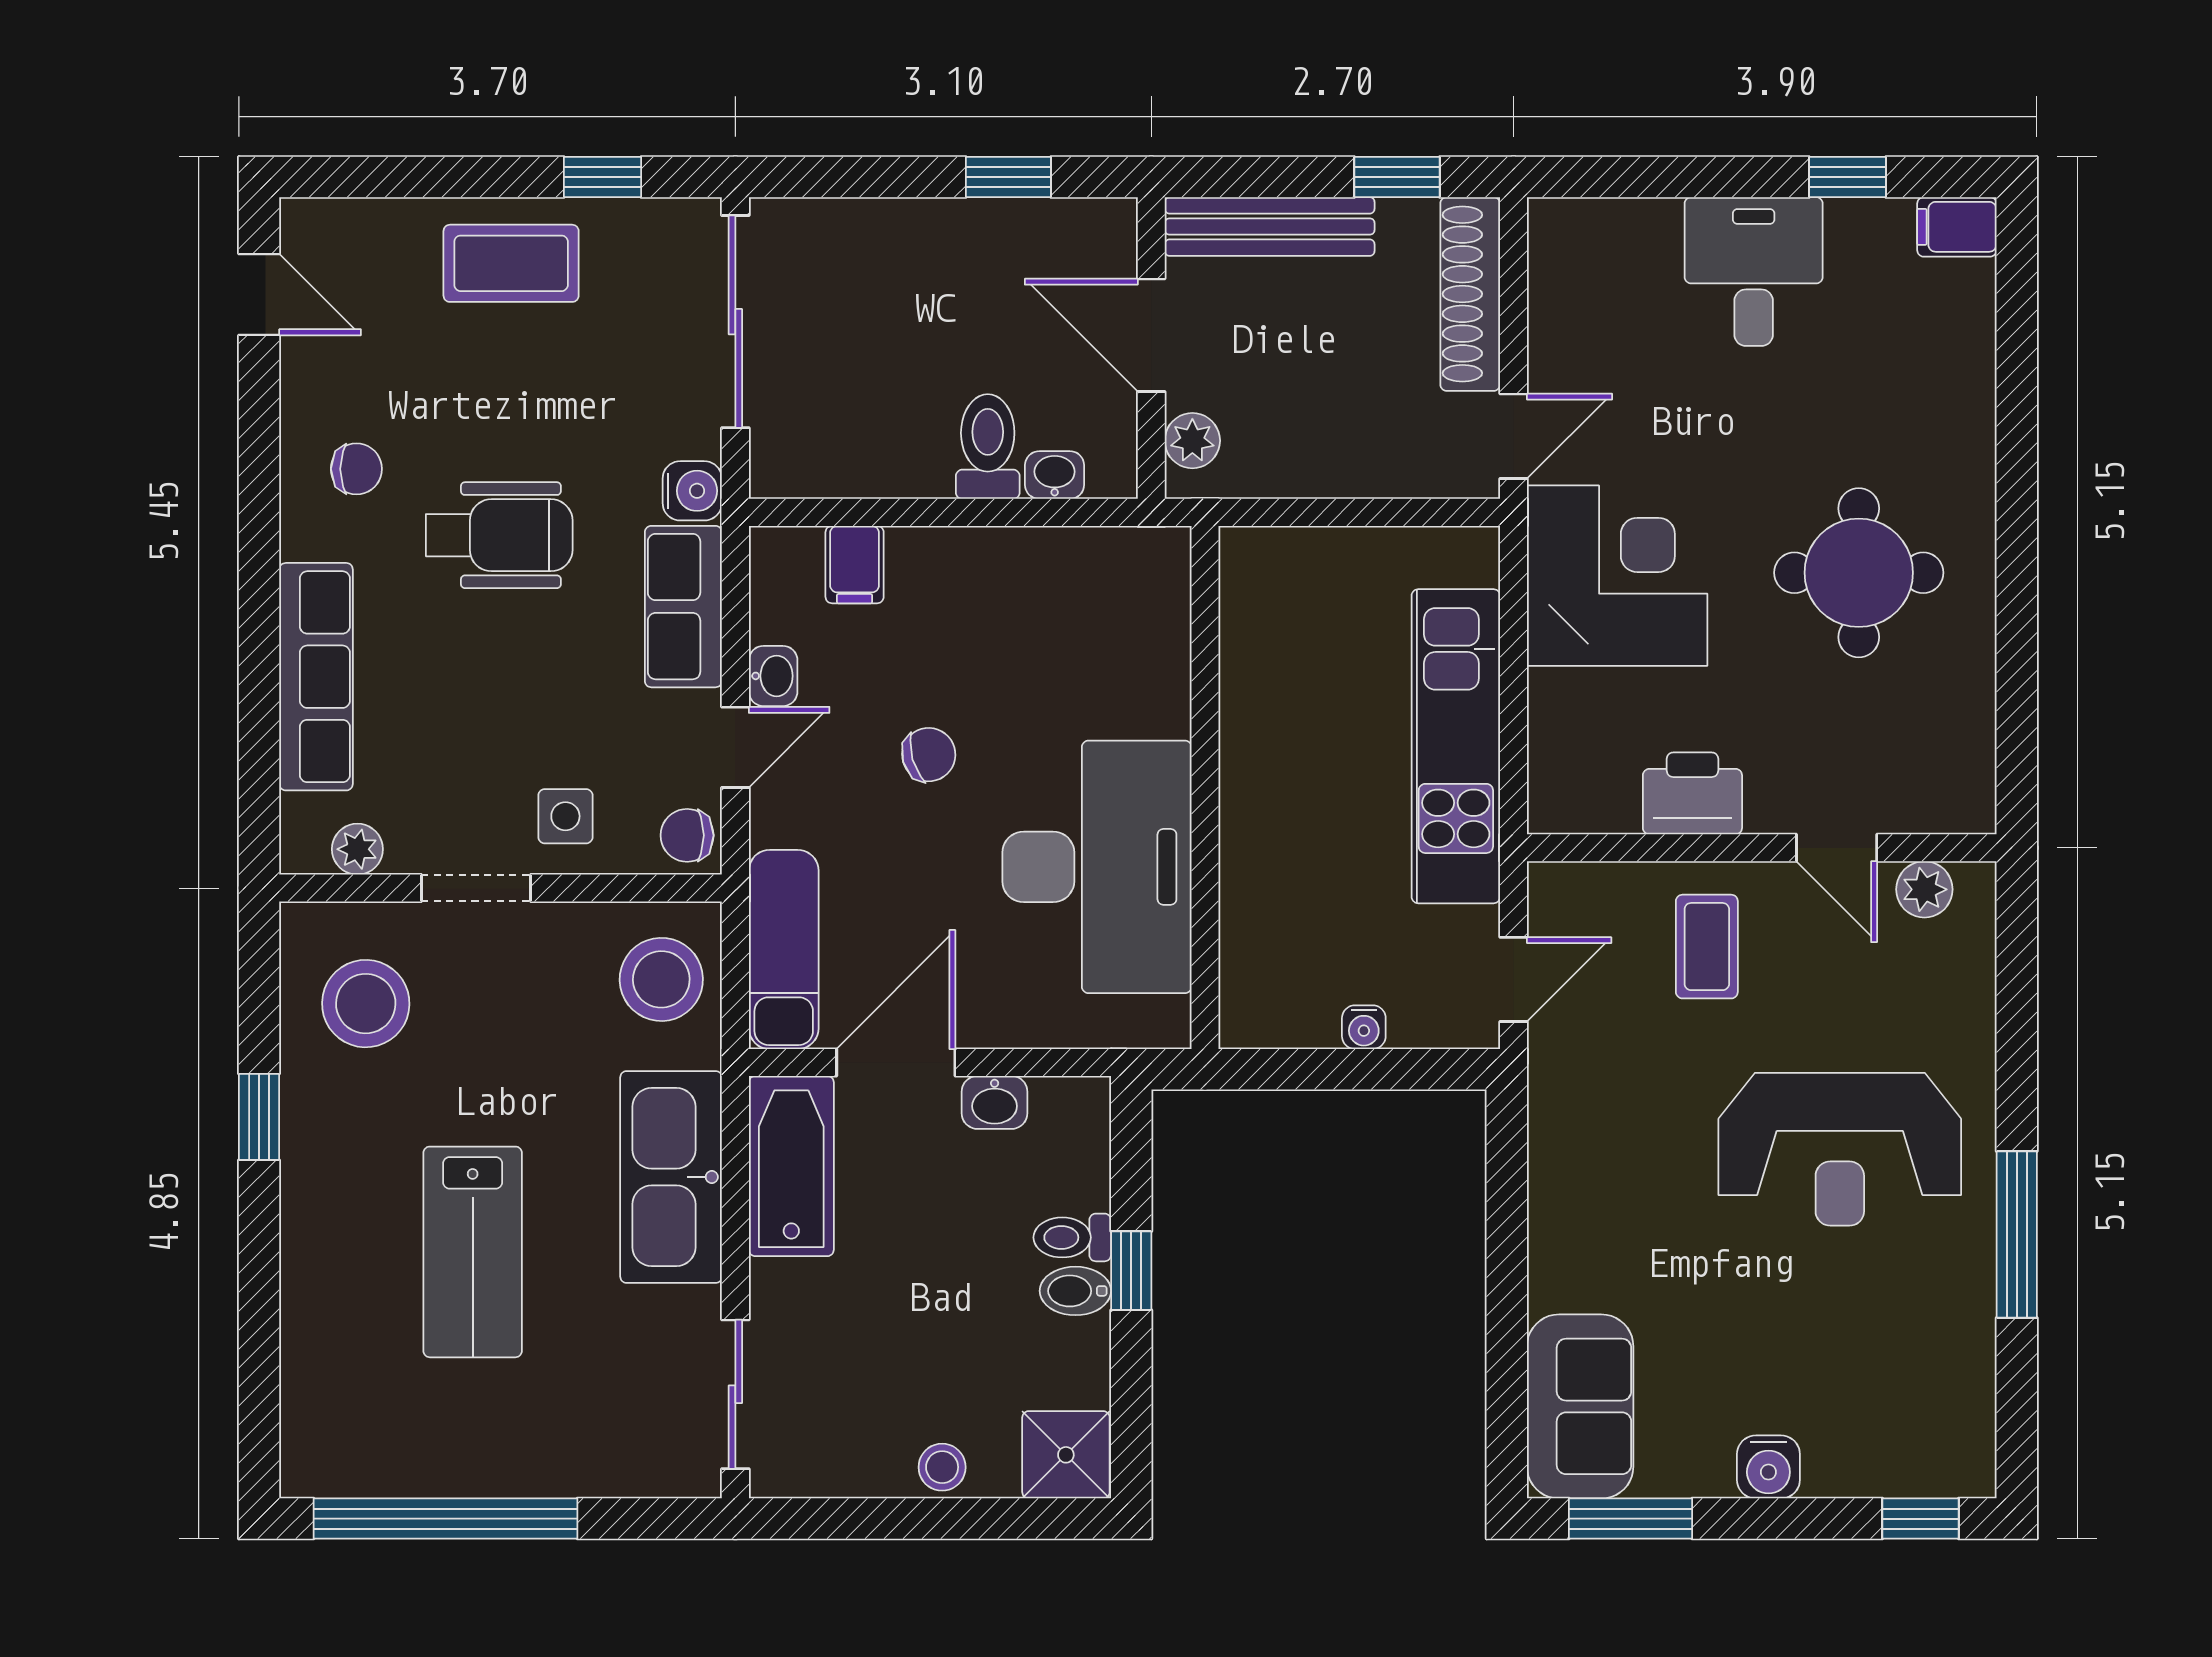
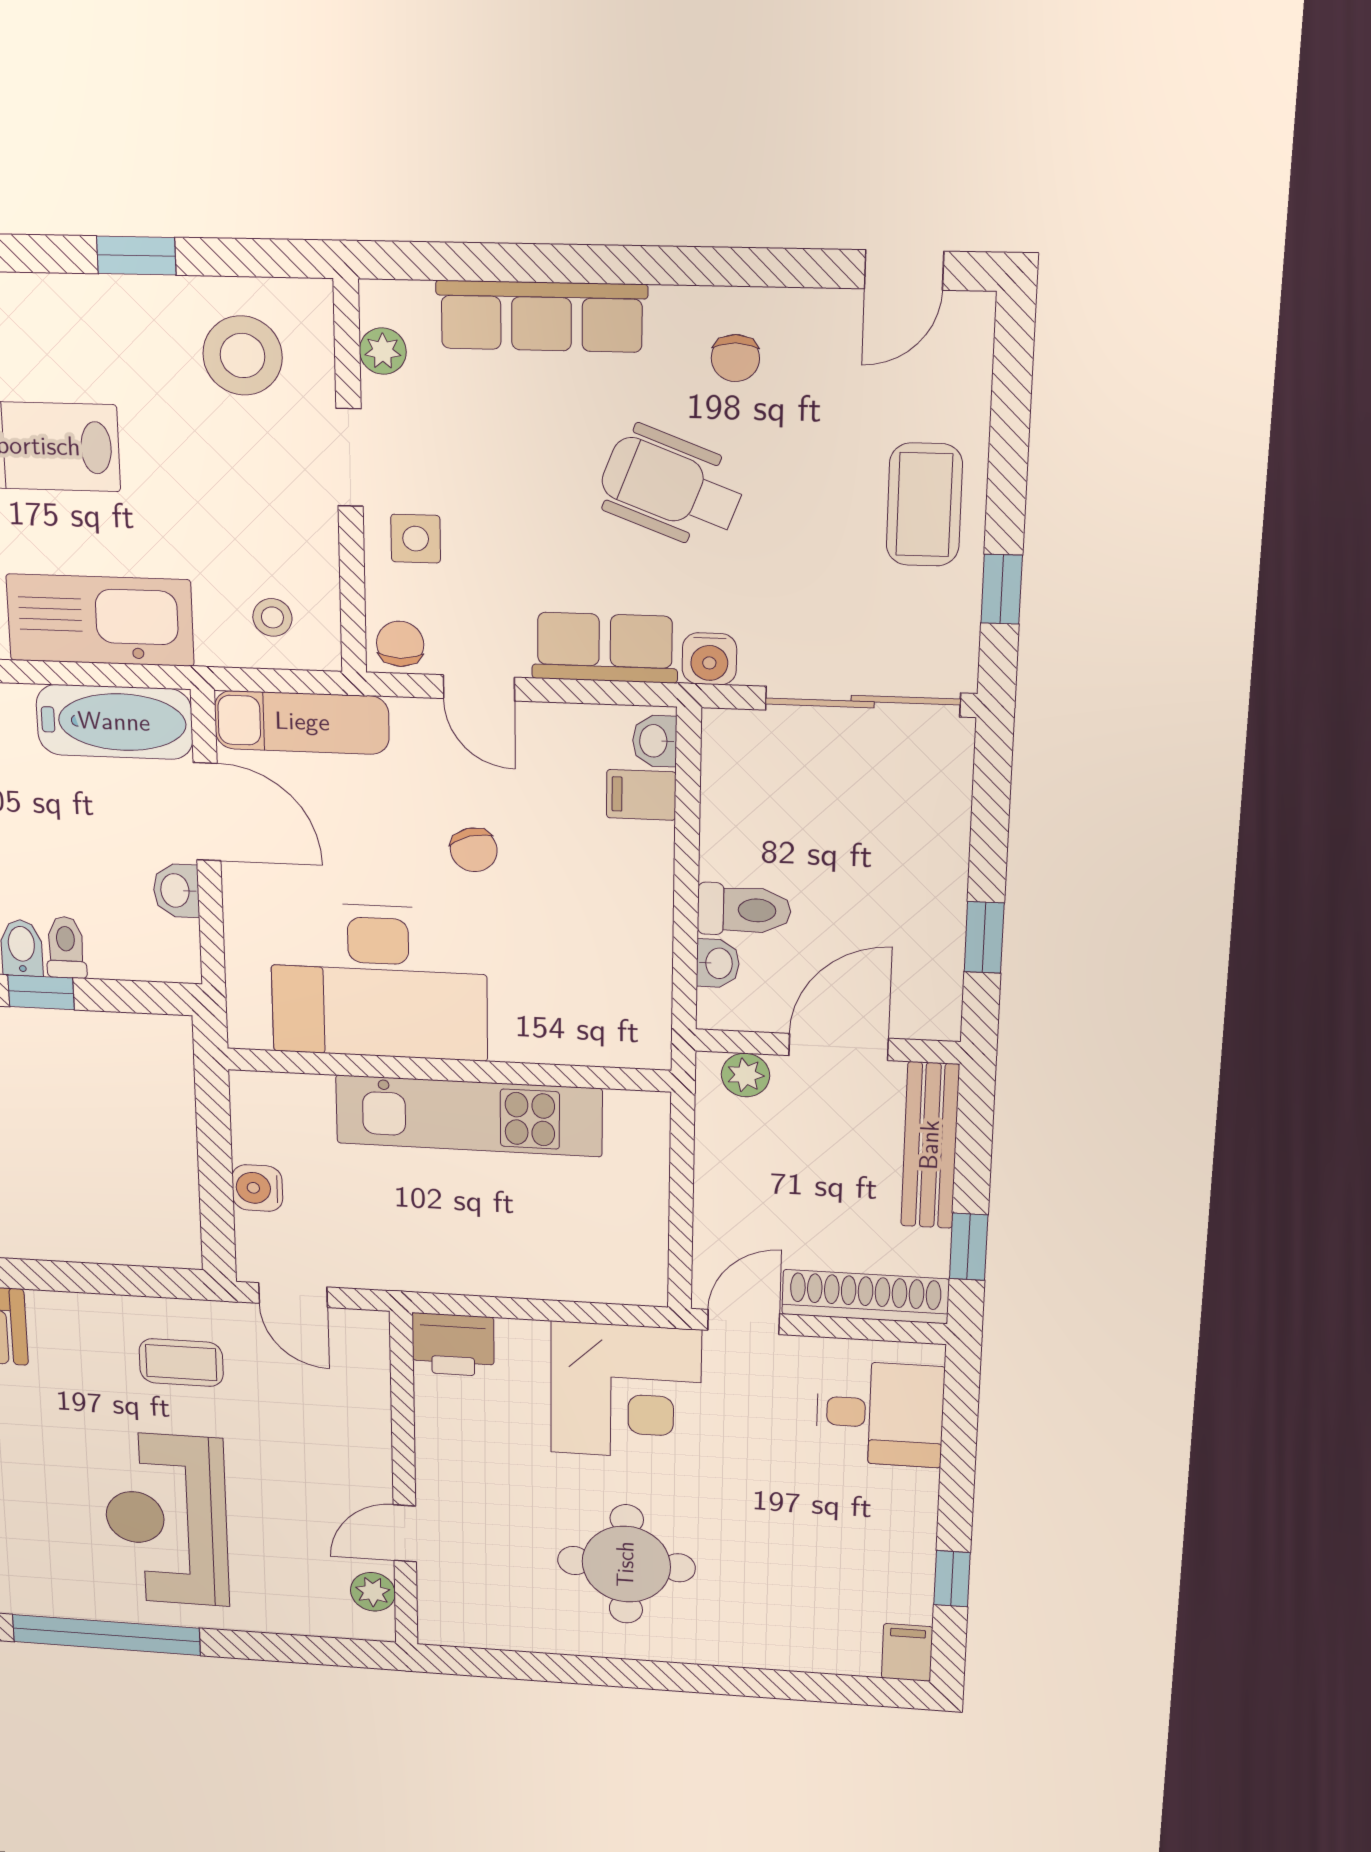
desk: (1754, 272) -> (880, 1414), moved
door: (1514, 436) -> (744, 1322), swing flipped
wheelchair: (499, 535) -> (671, 487), turned 111
washbasin: (773, 676) -> (655, 741), moved, turned 90
kitchen unit: (1456, 746) -> (469, 1116), moved, turned 180
printer: (1692, 793) -> (453, 1345), moved, turned 90
coffee table: (1707, 947) -> (181, 1363), moved
stool: (661, 979) -> (272, 617), width x0.53, depth x0.53
water cooler: (1364, 1027) -> (257, 1188), width x1.38, depth x1.38
window: (2017, 1234) -> (106, 1635), width x1.46

